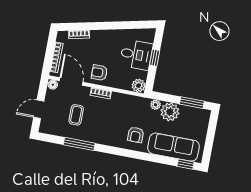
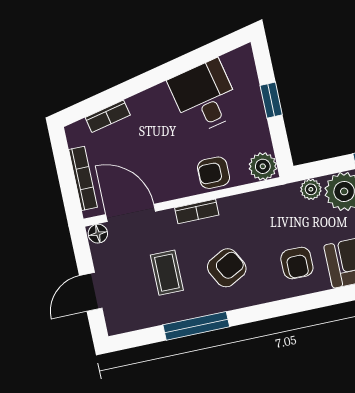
desk: (136, 55) -> (205, 97), moved, turned -102
armchair: (99, 73) -> (213, 173), moved
armchair: (104, 124) -> (227, 268), added

